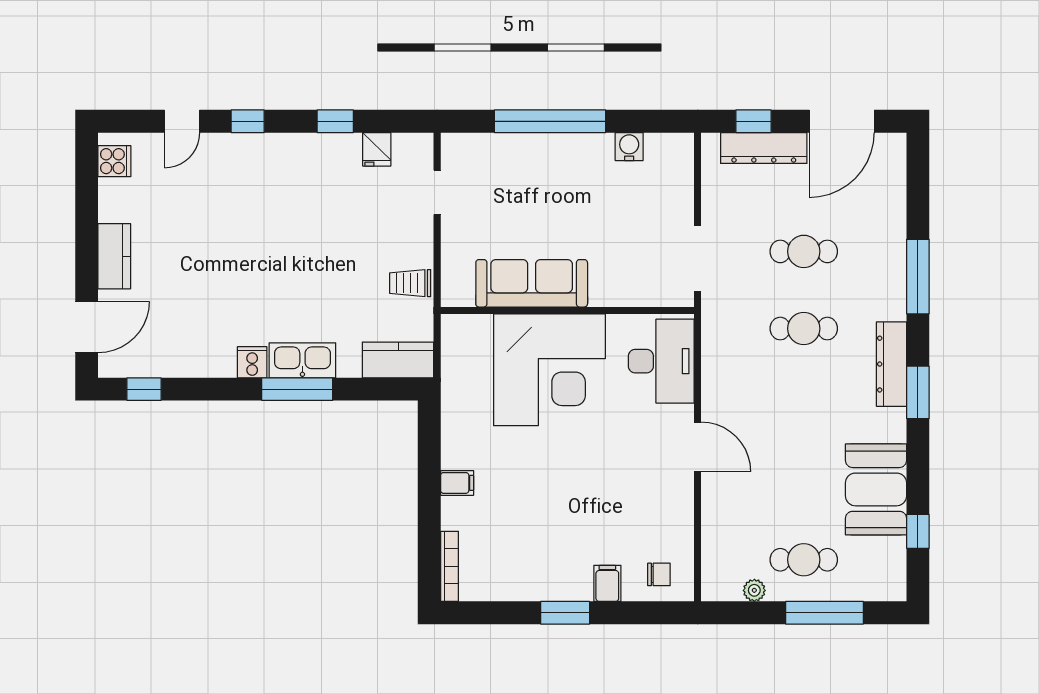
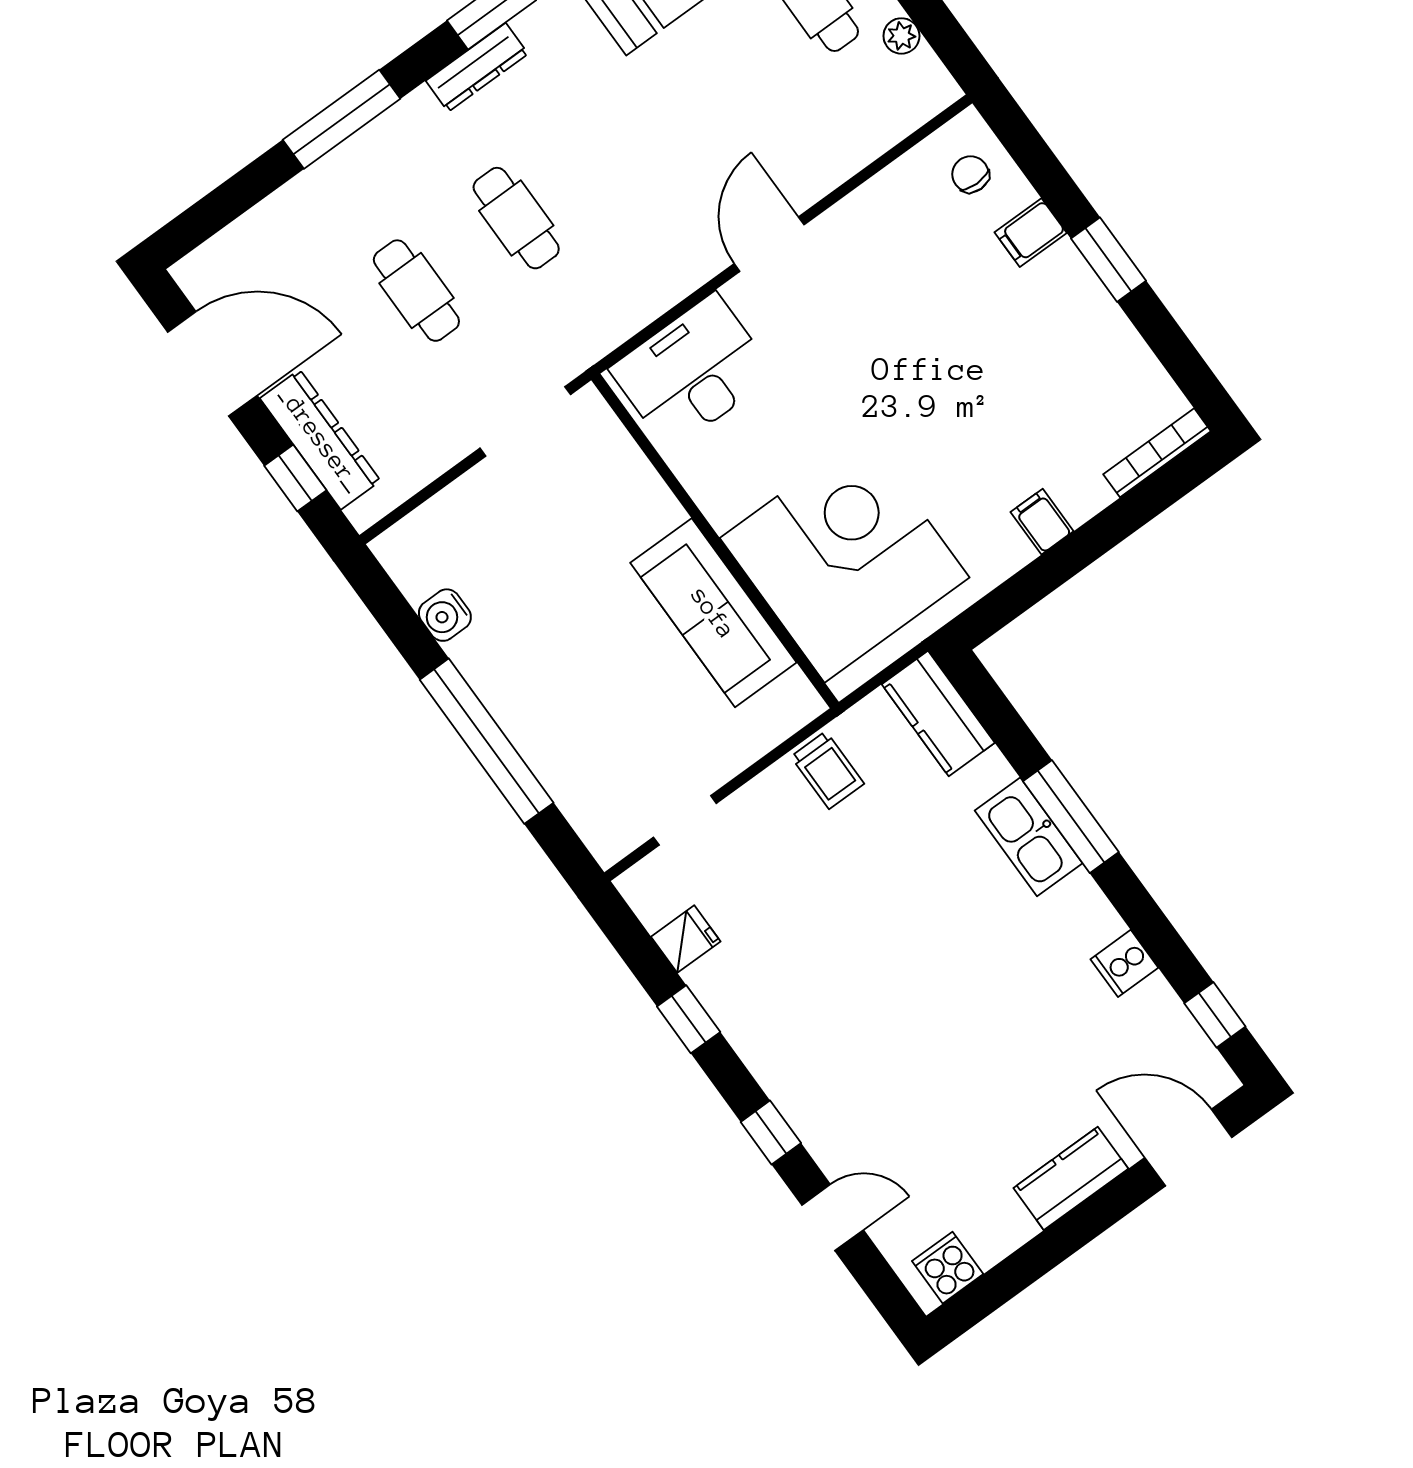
cooker: (252, 362) -> (1124, 963), moved
dresser: (891, 364) -> (477, 67), width x0.73, depth x0.80
corner desk: (550, 370) -> (845, 558), moved

